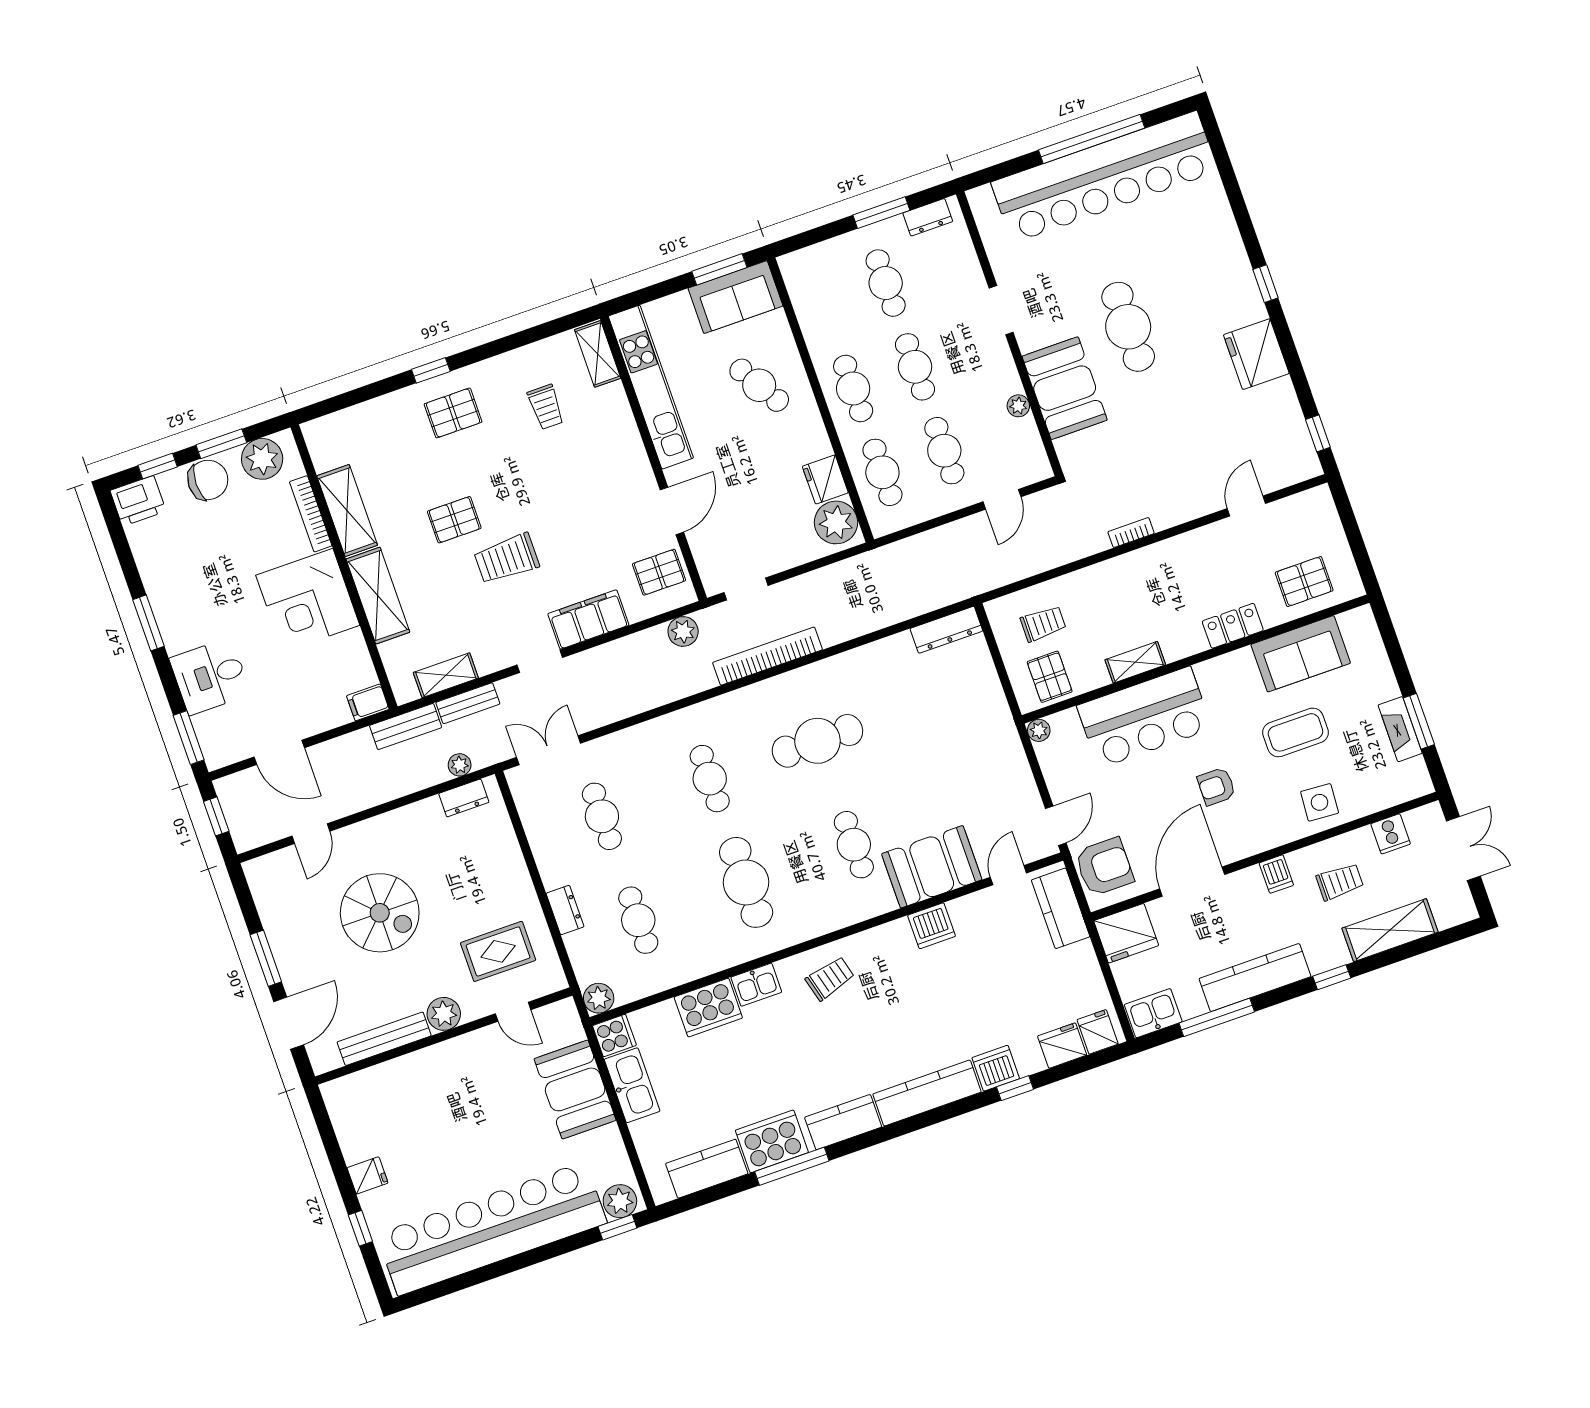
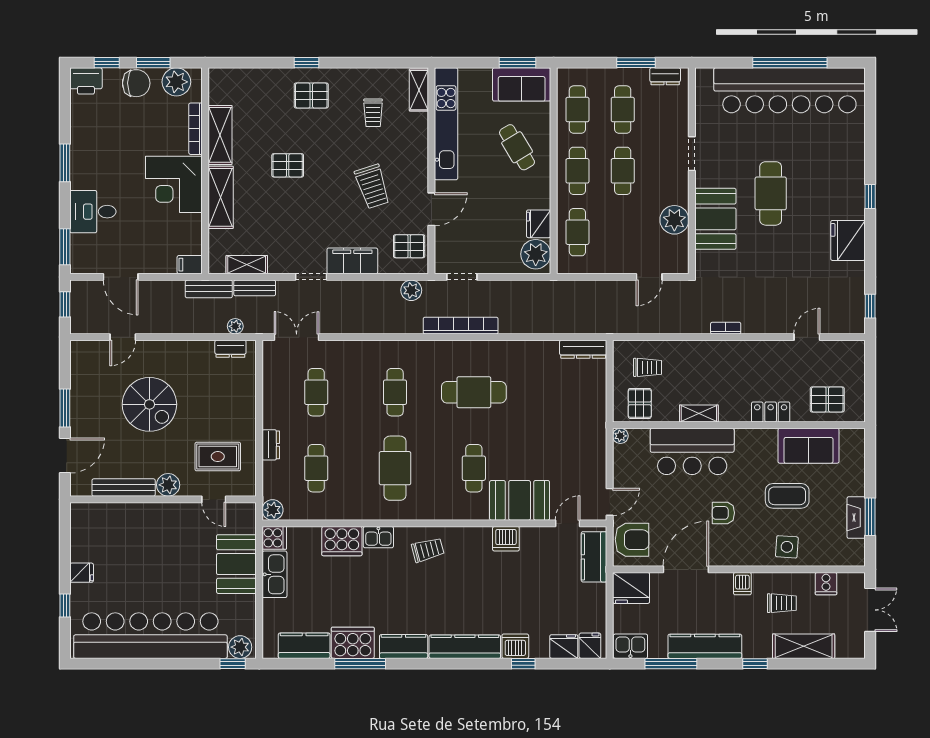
plant: (1018, 406) -> (674, 220), width x1.87, depth x1.87
cafe table: (944, 451) -> (577, 110), moved
trolley: (507, 559) -> (372, 186), moved, turned -108

